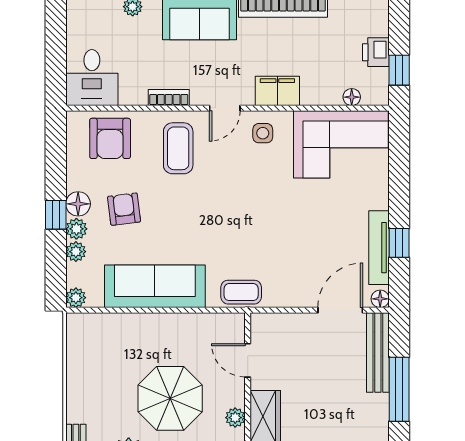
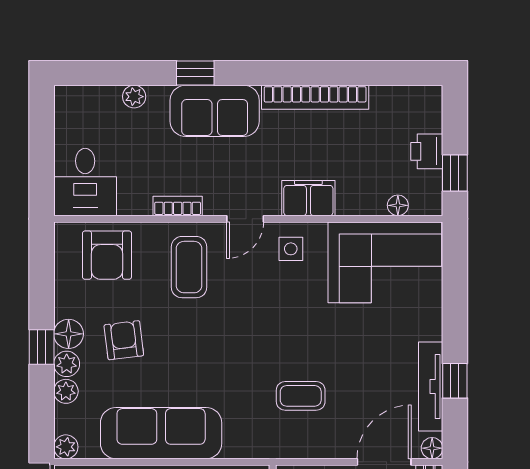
coffee table: (241, 292) -> (301, 396), moved

